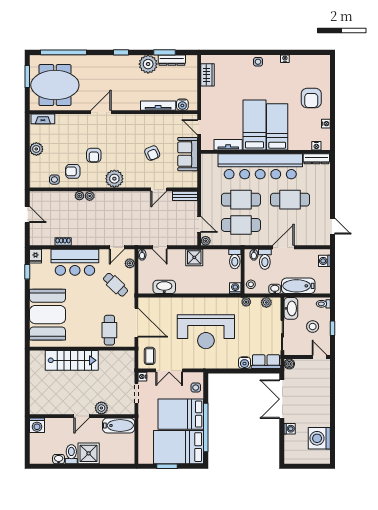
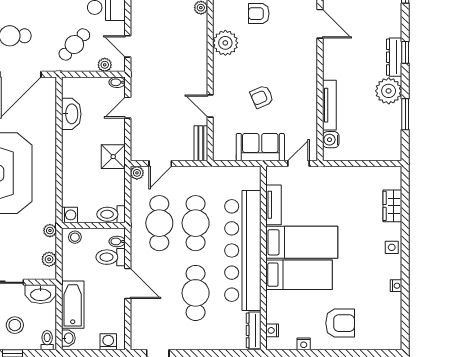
dresser: (172, 60) -> (394, 57), moved
wardrobe: (207, 75) -> (392, 206), moved, turned 90
armchair: (311, 98) -> (340, 323), turned 180
washbasin: (275, 289) -> (68, 338), moved

